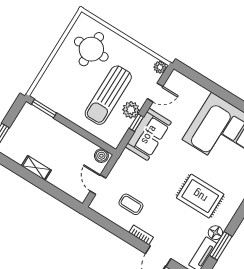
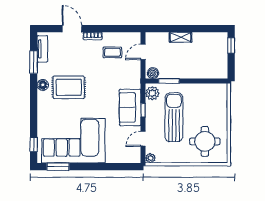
window: (44, 109) -> (169, 81), moved
plant: (131, 110) -> (152, 93), moved
shelving: (36, 168) -> (181, 37), moved
door: (98, 185) -> (143, 52), swing flipped
floor lamp: (215, 233) -> (43, 85), moved

